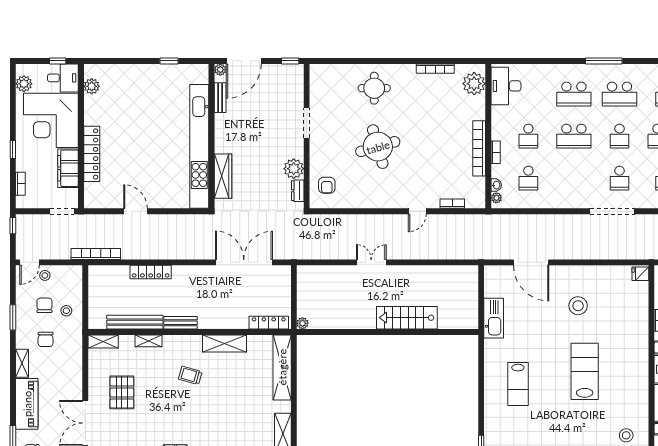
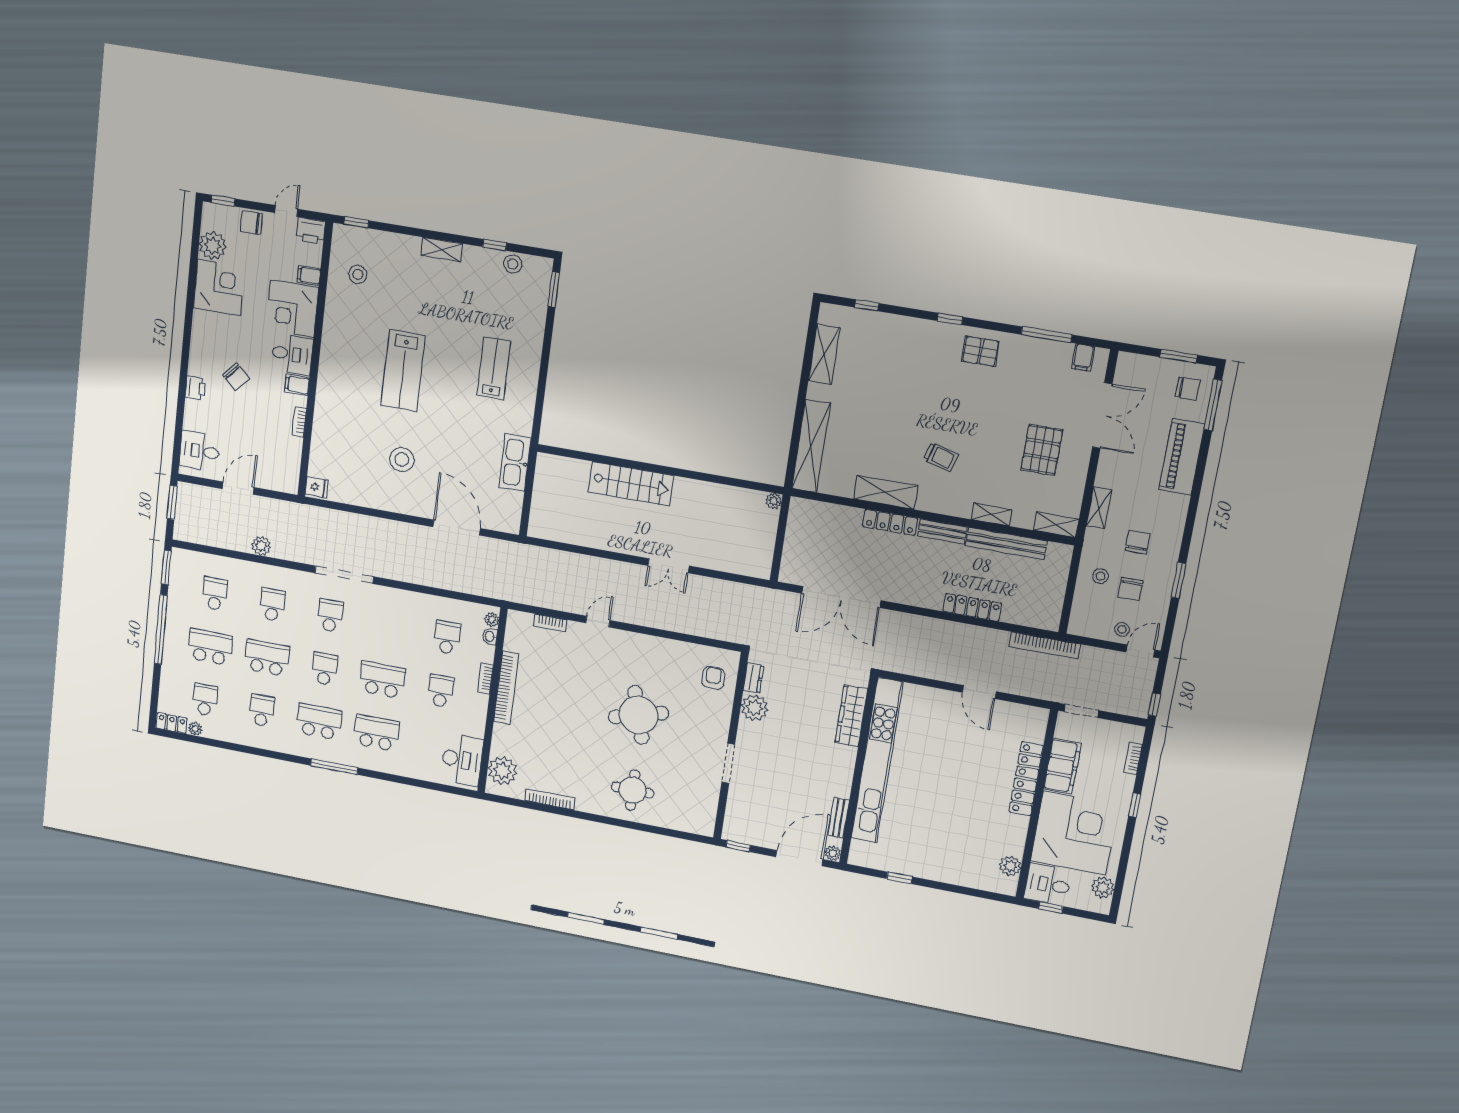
locker: (269, 323) -> (890, 522), moved
shelving: (22, 363) -> (1099, 508), moved

